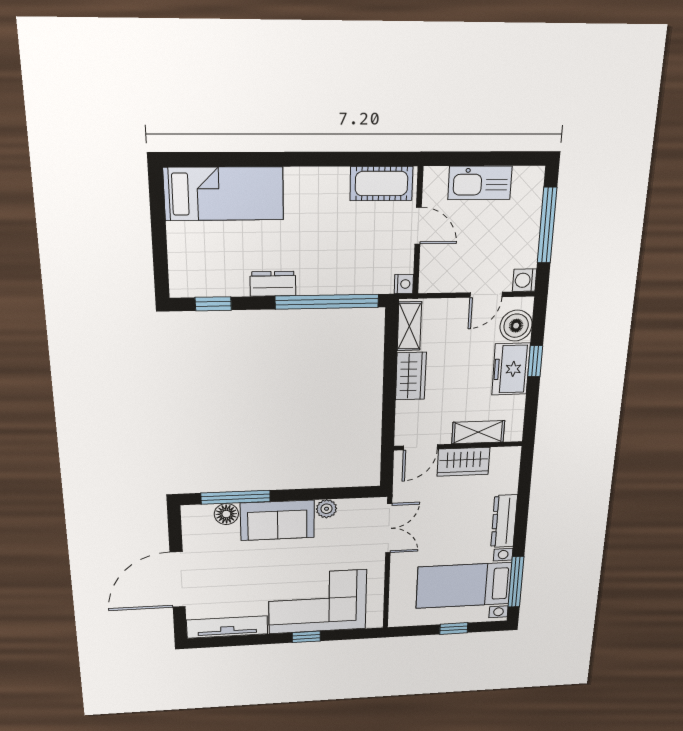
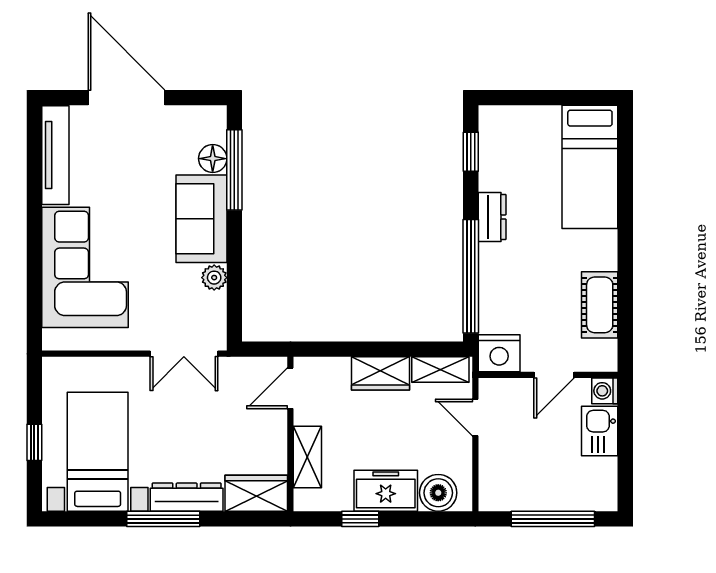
kitchen sink: (480, 183) -> (600, 431), width x0.73
cot: (381, 184) -> (600, 305), moved
washing machine: (524, 280) -> (605, 391), moved, turned -90
nightstand: (404, 284) -> (499, 353), width x1.89, depth x1.79
door: (486, 295) -> (475, 417), moved
window: (535, 361) -> (360, 519), moved
door: (420, 447) -> (290, 388), hinge flipped
wardrobe: (464, 462) -> (256, 493), moved, turned 90
window: (516, 582) -> (163, 519), moved
window: (306, 637) -> (34, 253), removed

